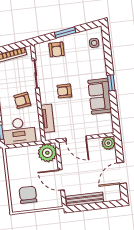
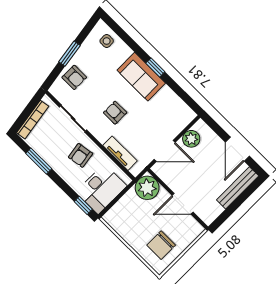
armchair: (64, 91) -> (115, 113), turned 90
sofa: (100, 96) -> (141, 77), moved
plant: (108, 143) -> (191, 139), moved
chair: (28, 195) -> (161, 245), turned -90
bench: (85, 199) -> (238, 188), moved

